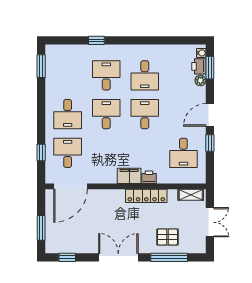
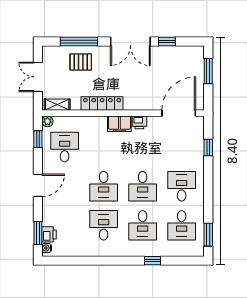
plant: (200, 80) -> (47, 121), moved
window: (210, 143) -> (38, 139), moved
desk: (68, 153) -> (182, 225), moved
printer: (149, 177) -> (139, 122), moved
window: (67, 257) -> (167, 42), moved

